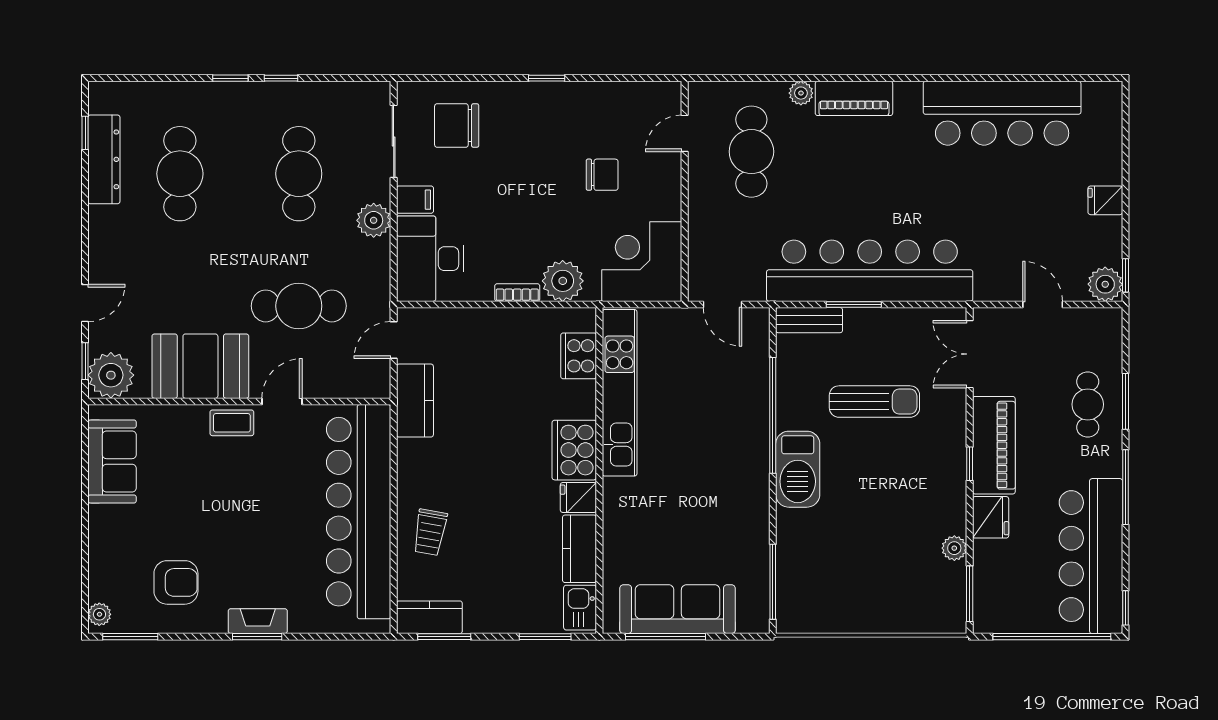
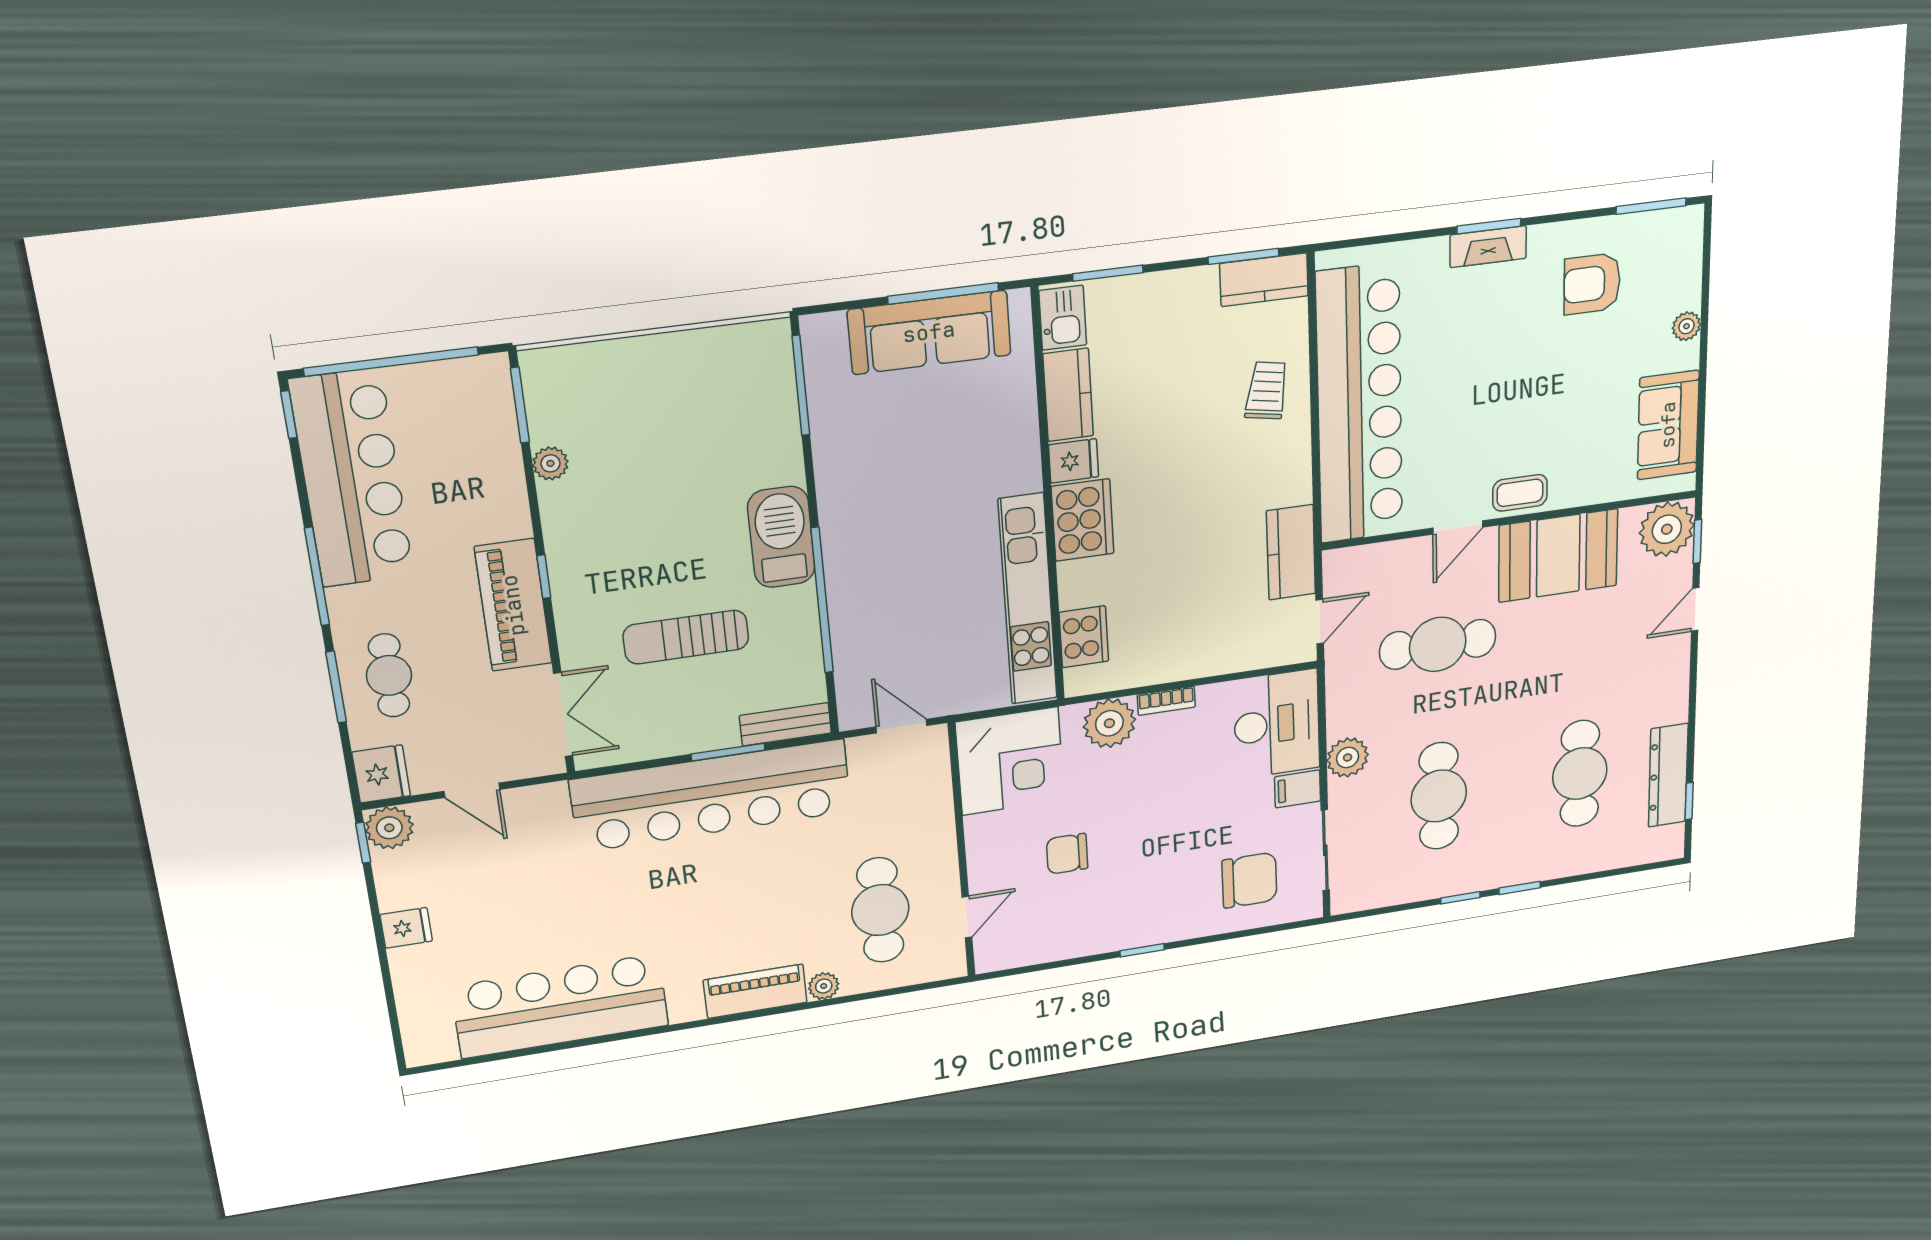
fridge: (991, 517) -> (381, 774), moved, turned 180
plant: (99, 614) -> (1686, 326), moved

